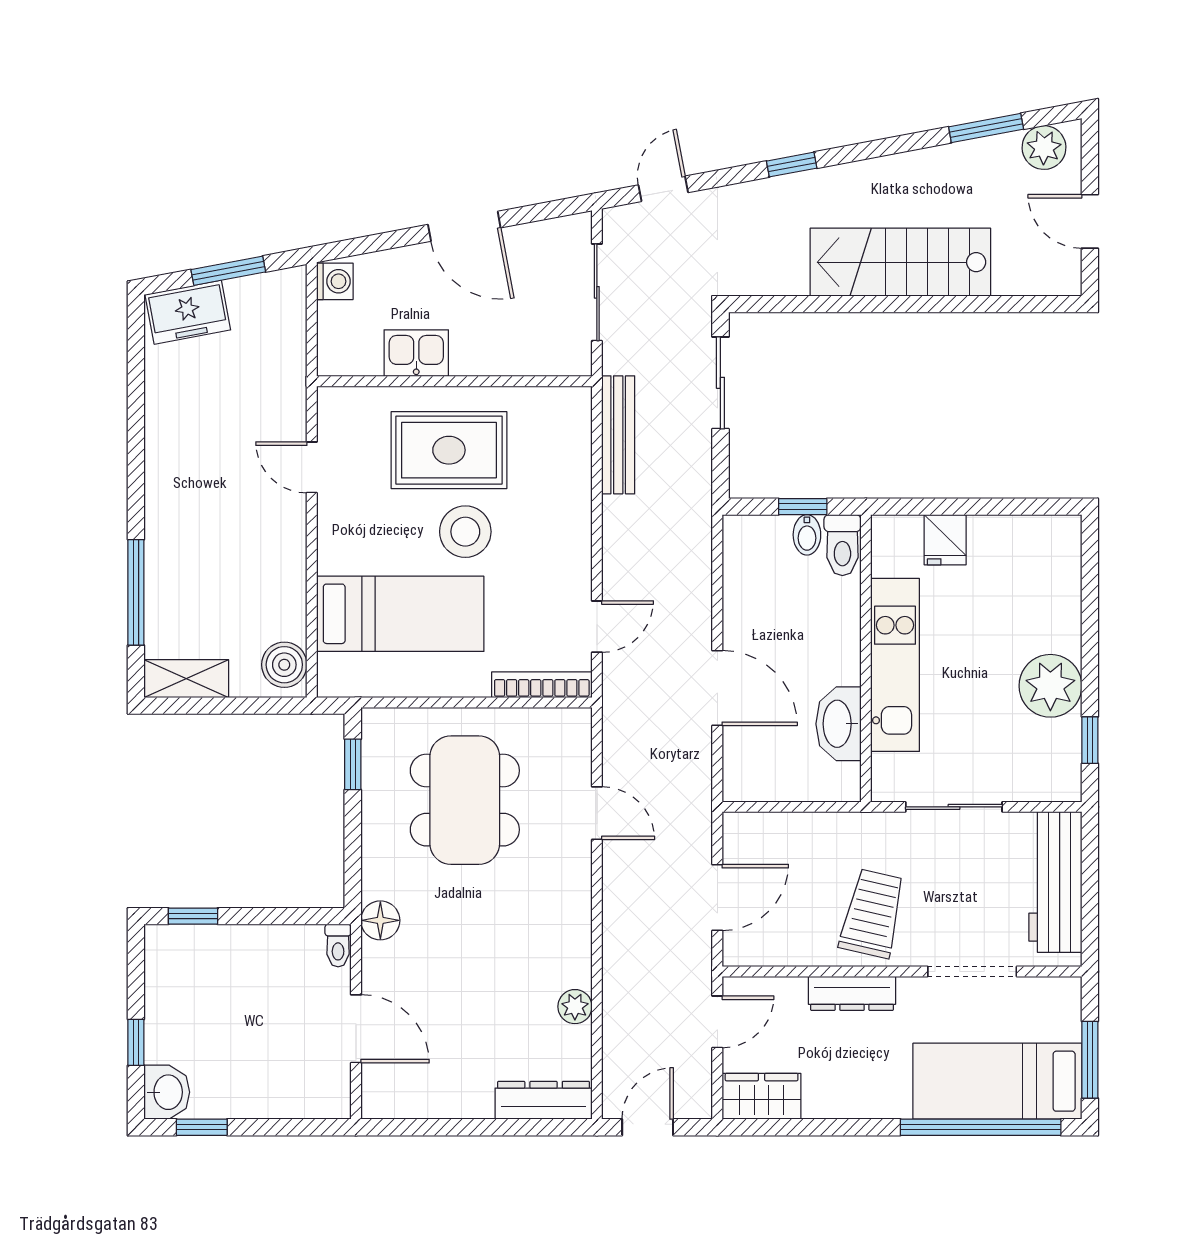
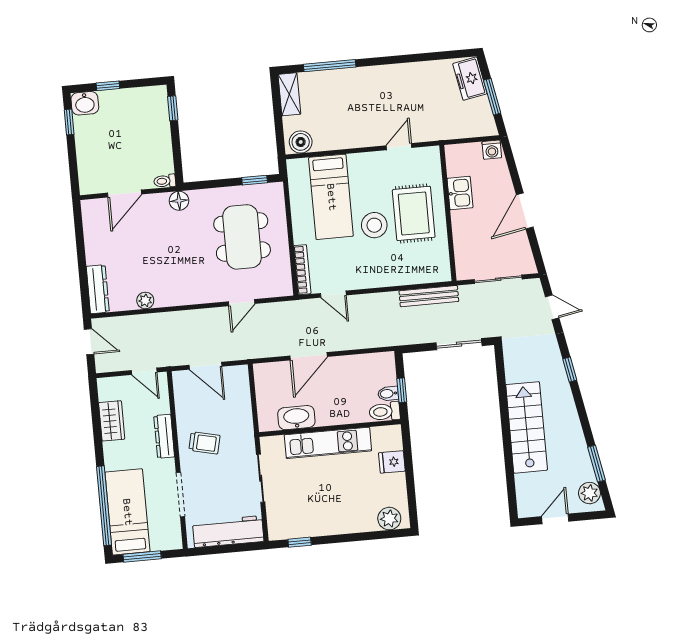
plant: (1050, 686) -> (389, 519), moved, width x0.73, depth x0.73
dining table: (465, 800) -> (242, 237), turned 90
trolley: (872, 914) -> (204, 443), width x0.73, depth x0.72
wardrobe: (762, 1096) -> (112, 421), moved

